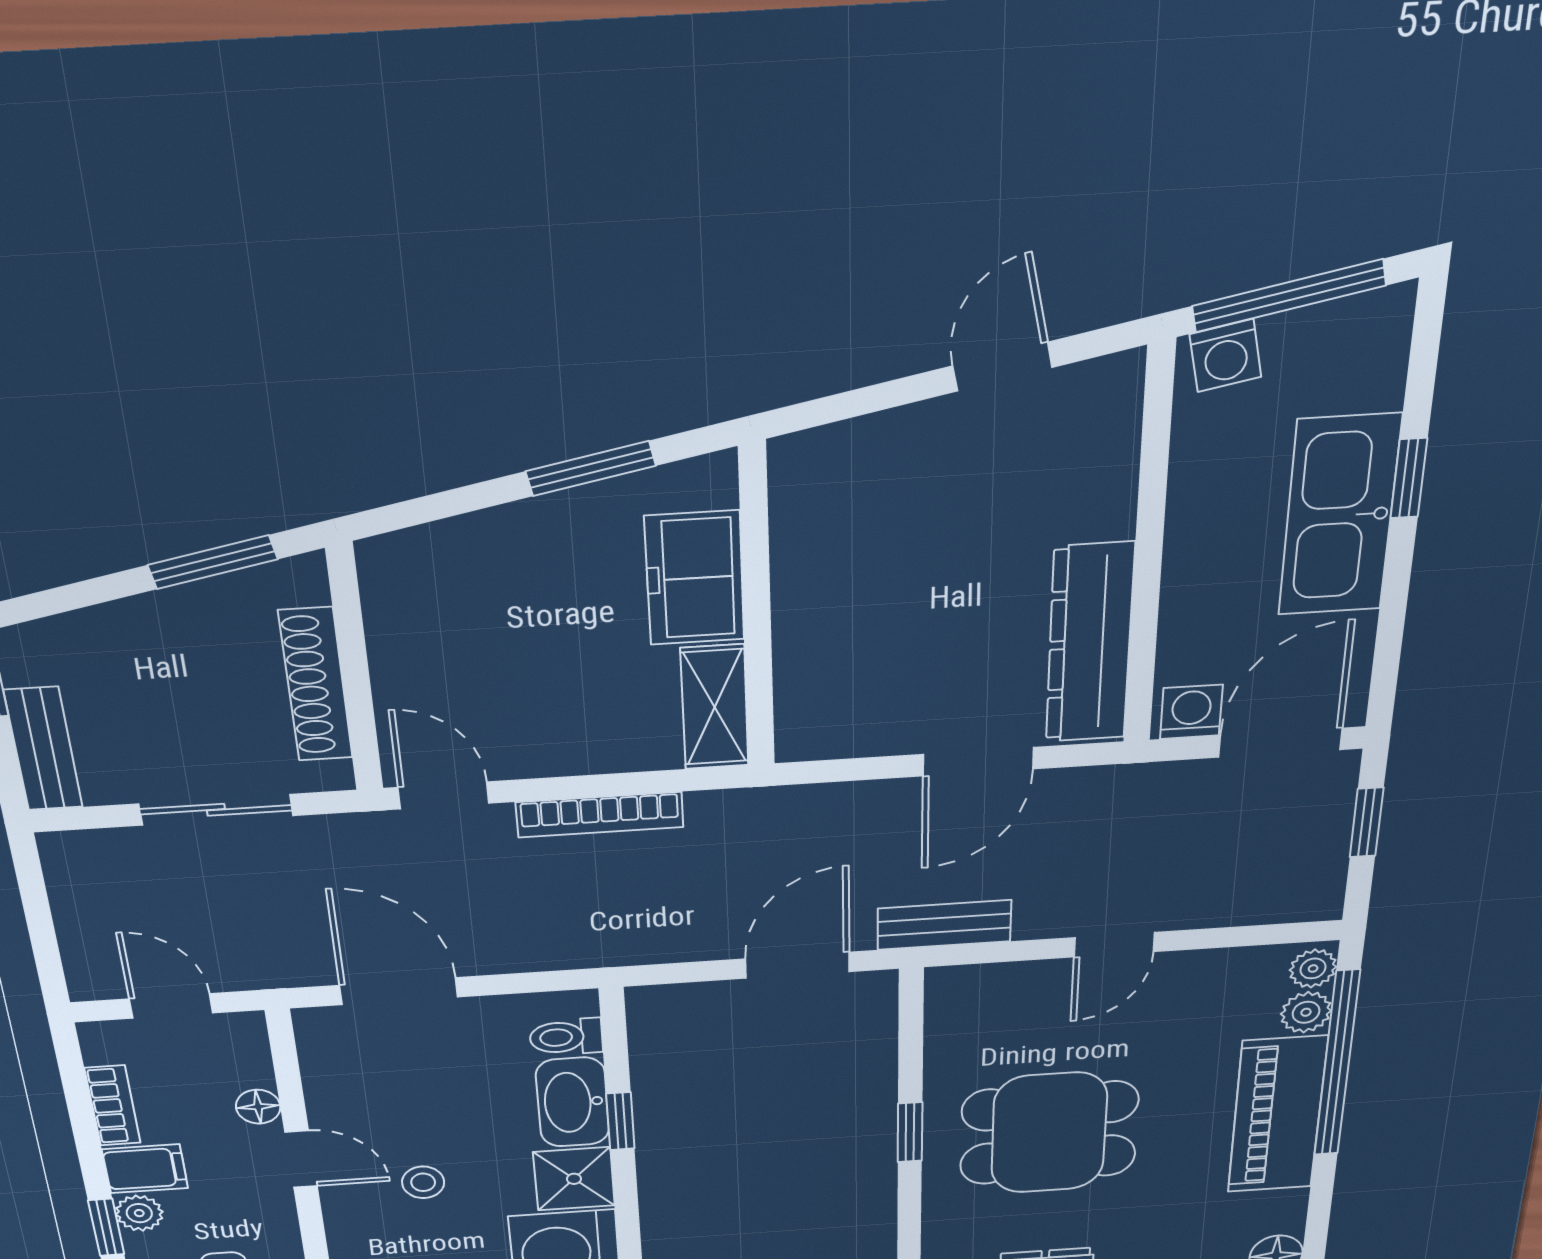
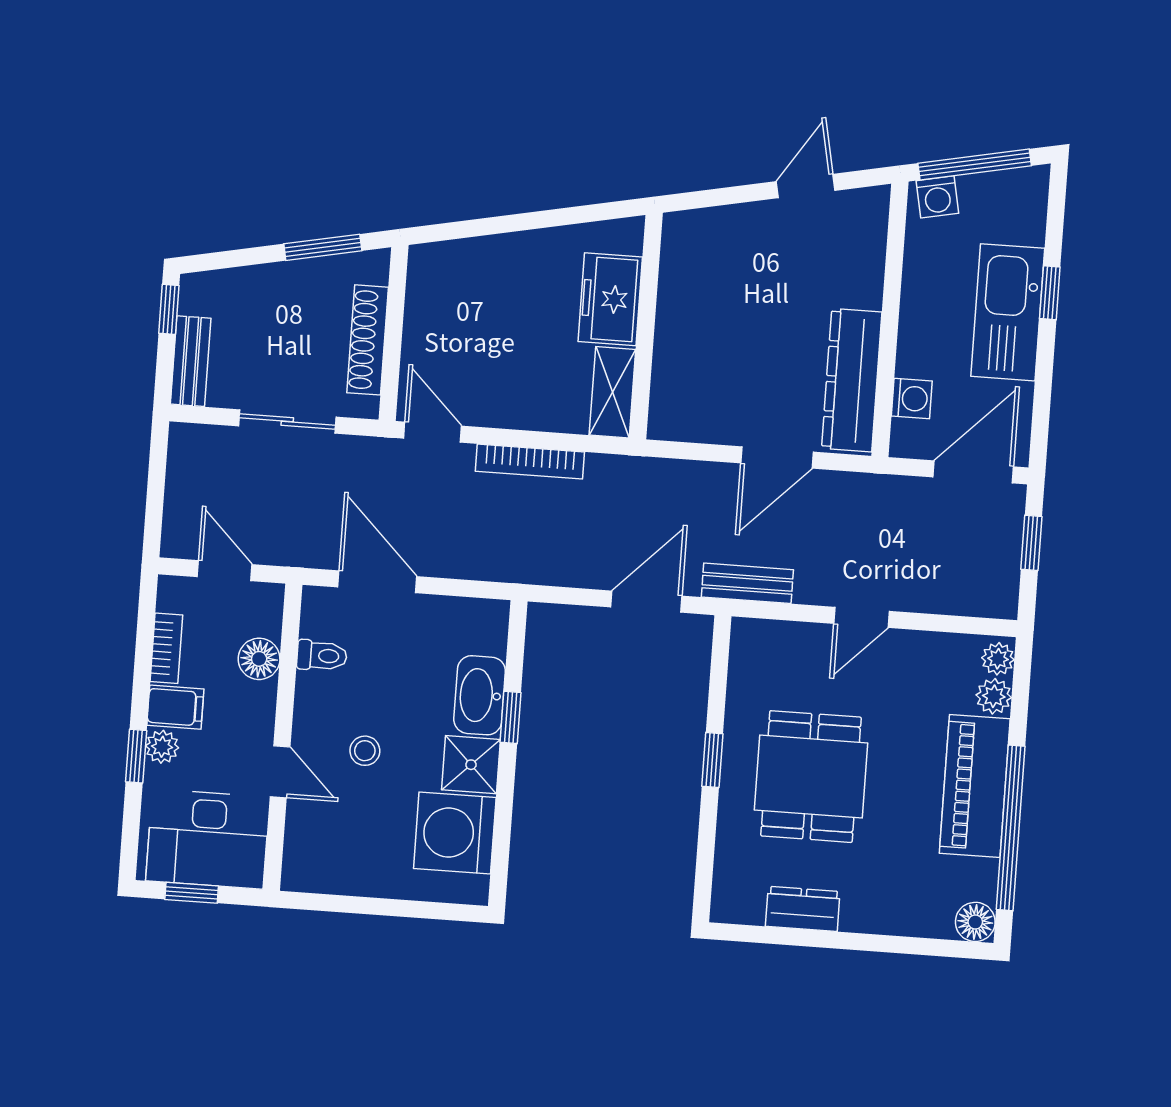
window: (591, 469) -> (557, 218), removed
washing machine: (1191, 712) -> (912, 398), moved, turned 90
toilet: (566, 1037) -> (322, 656), moved, turned 180
window: (1337, 1064) -> (1011, 828), moved
floor lamp: (258, 1107) -> (259, 659), width x1.37, depth x1.37
dining table: (1049, 1133) -> (811, 777), turned 90
door: (301, 1159) -> (280, 772), moved

